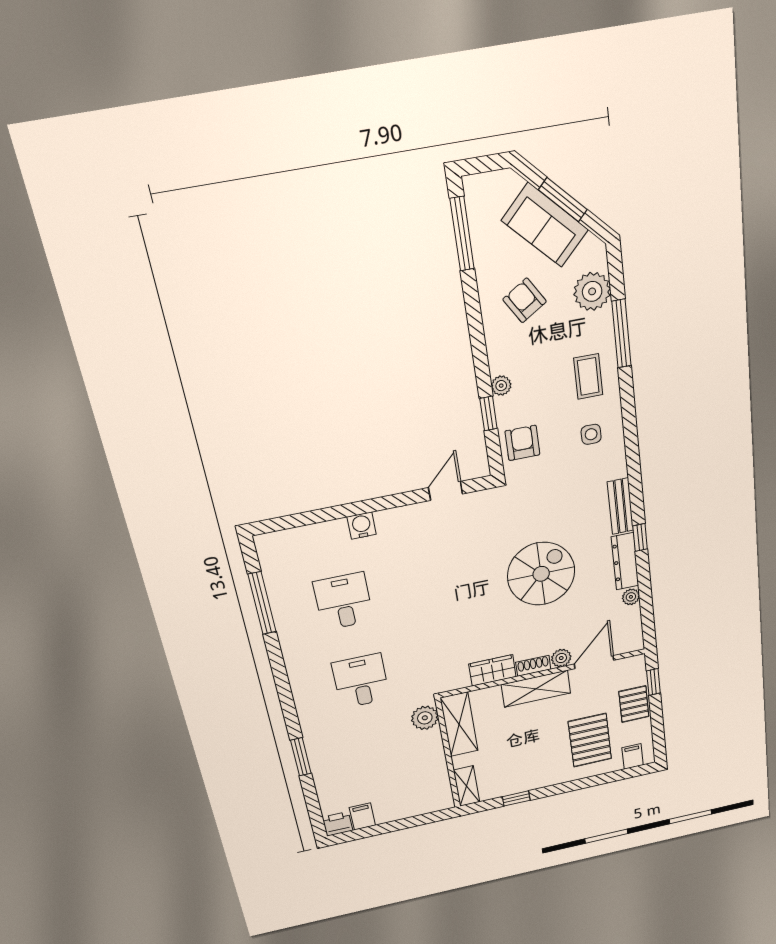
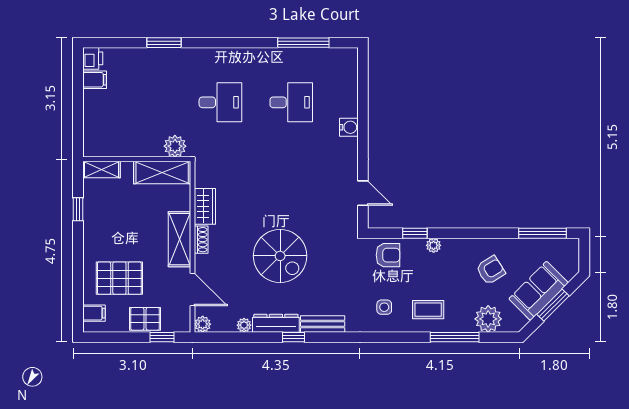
plant: (561, 658) -> (203, 324), moved

